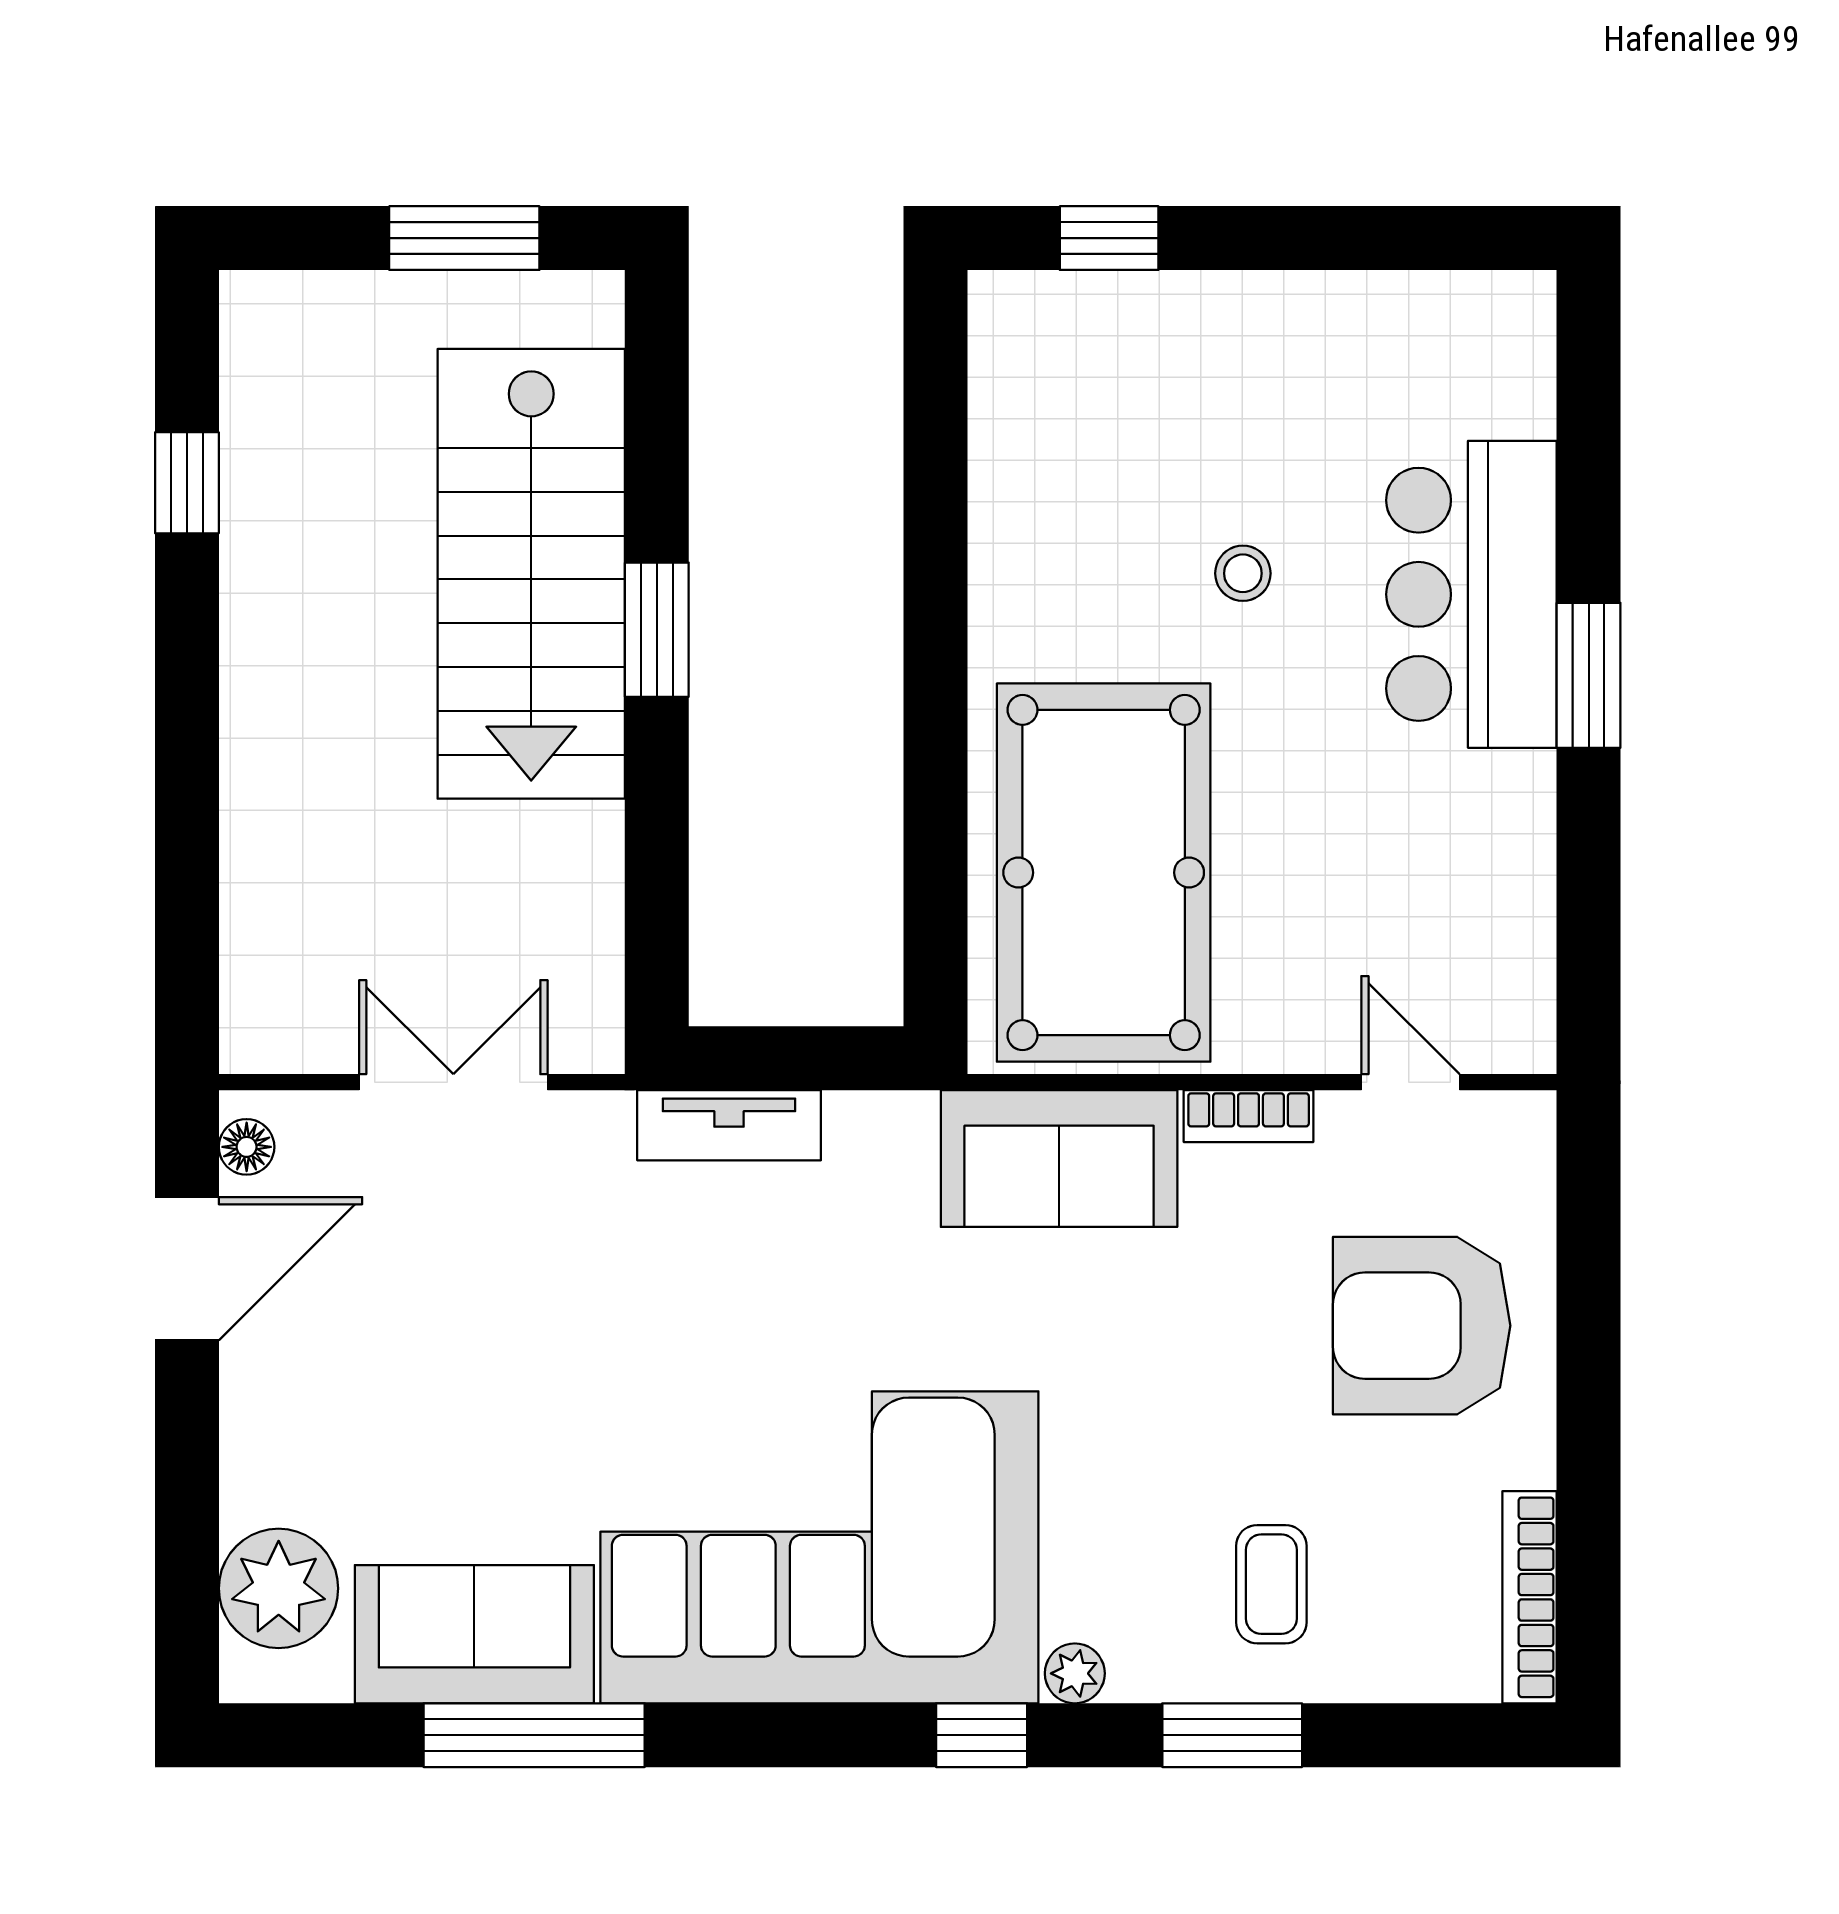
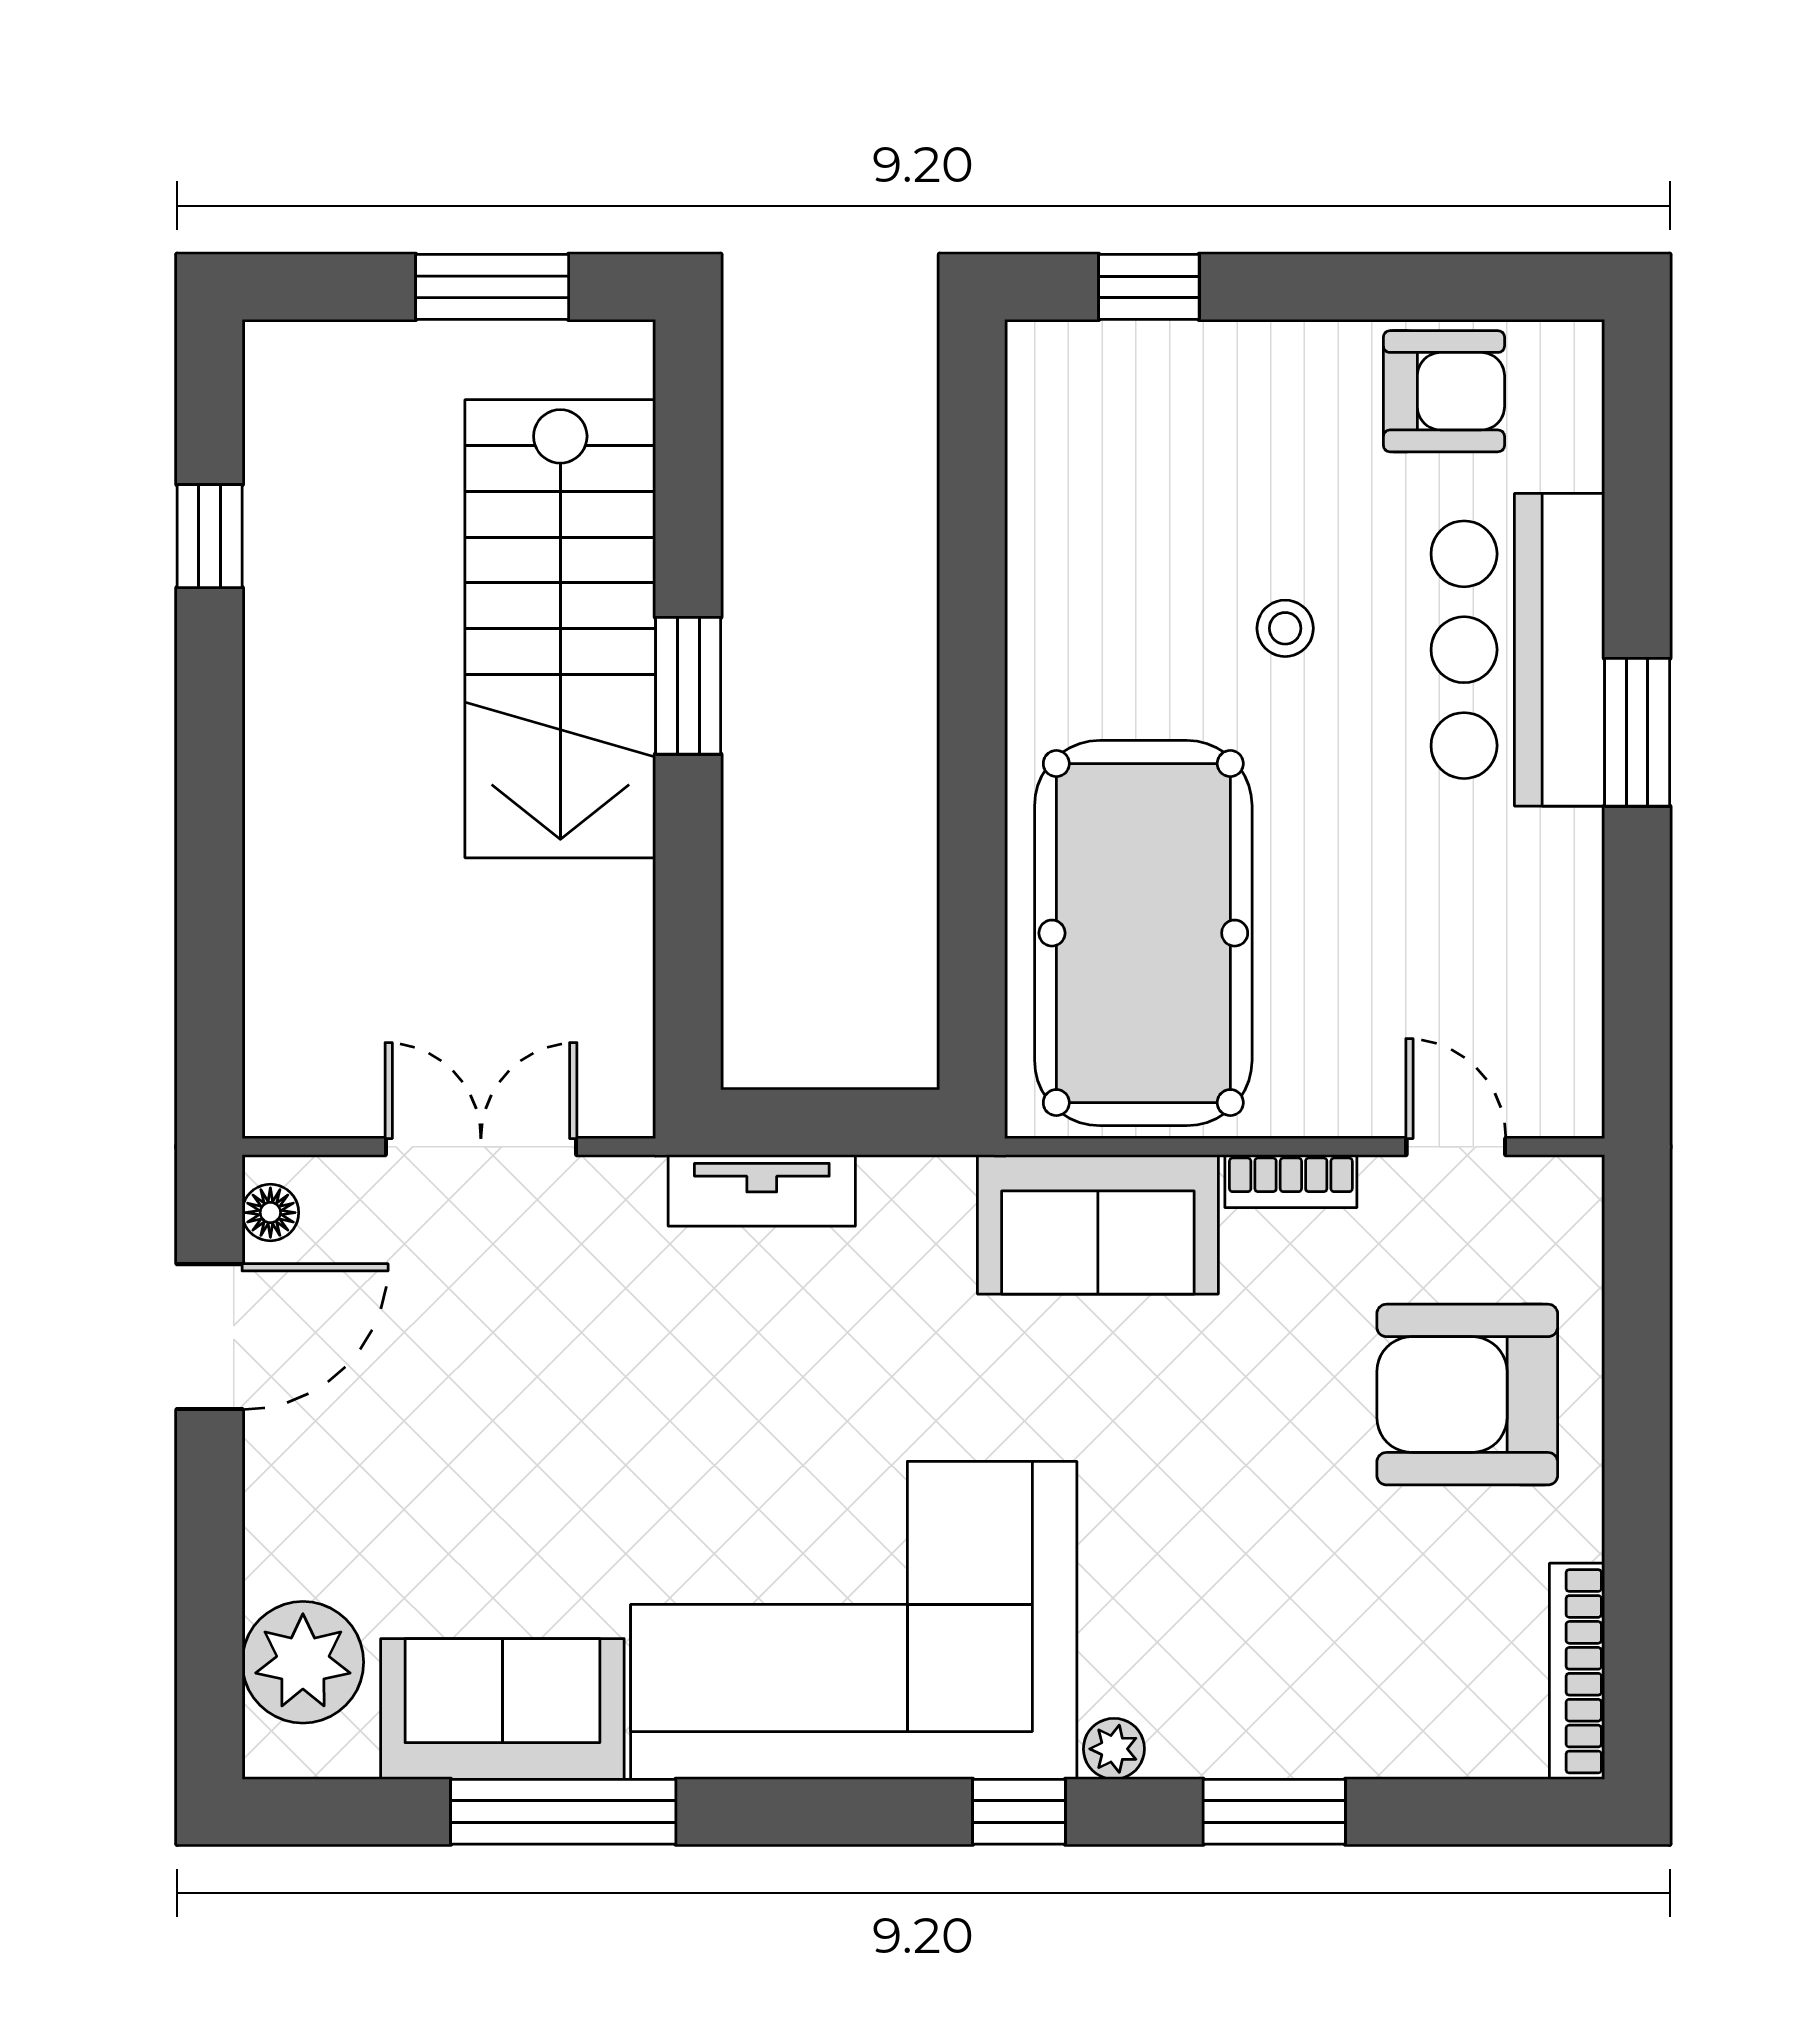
armchair: (1399, 341) -> (1444, 391), added
coffee table: (1271, 1584) -> (1314, 1658), removed

